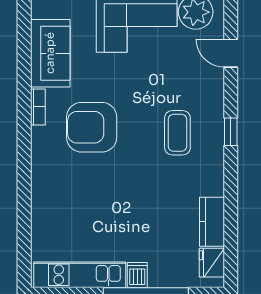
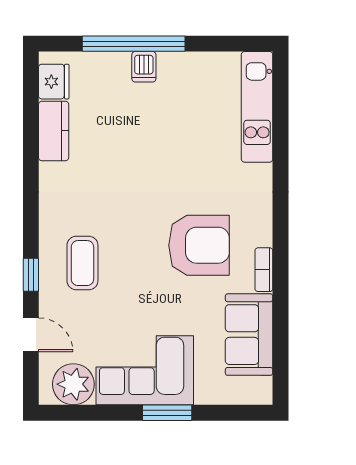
window: (231, 132) -> (31, 275), moved
coffee table: (177, 133) -> (82, 263), moved
kitchen unit: (80, 275) -> (257, 107), moved, turned 90

